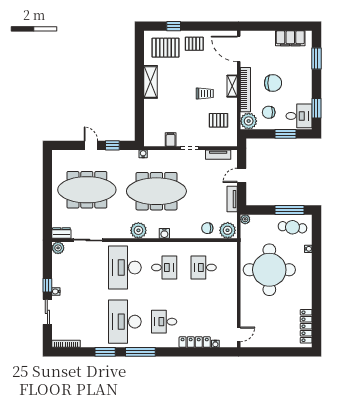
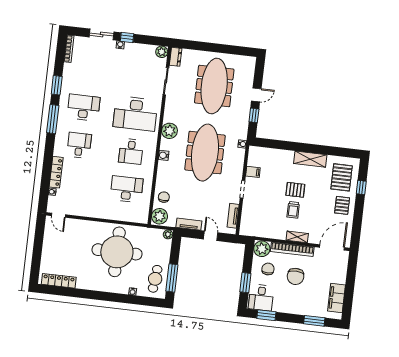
pallet: (218, 120) -> (295, 190), moved, turned 90
desk: (125, 268) -> (135, 114), turned 180
desk: (204, 268) -> (127, 189), width x1.37
desk: (125, 322) -> (84, 107), width x0.73, depth x0.77

